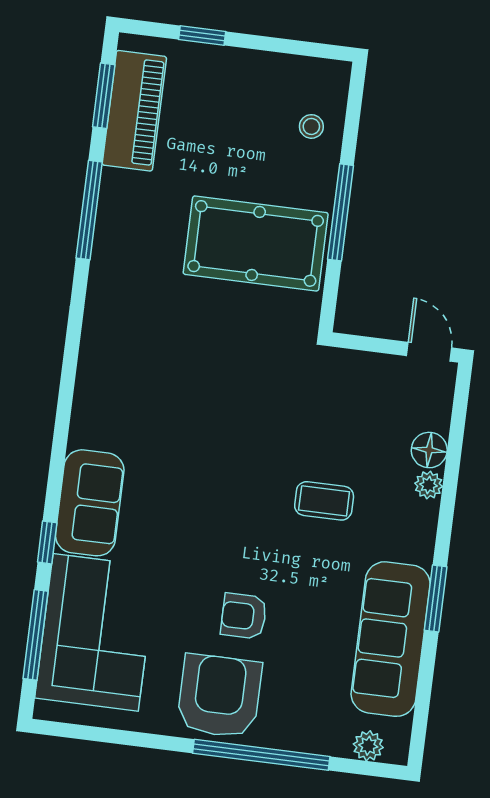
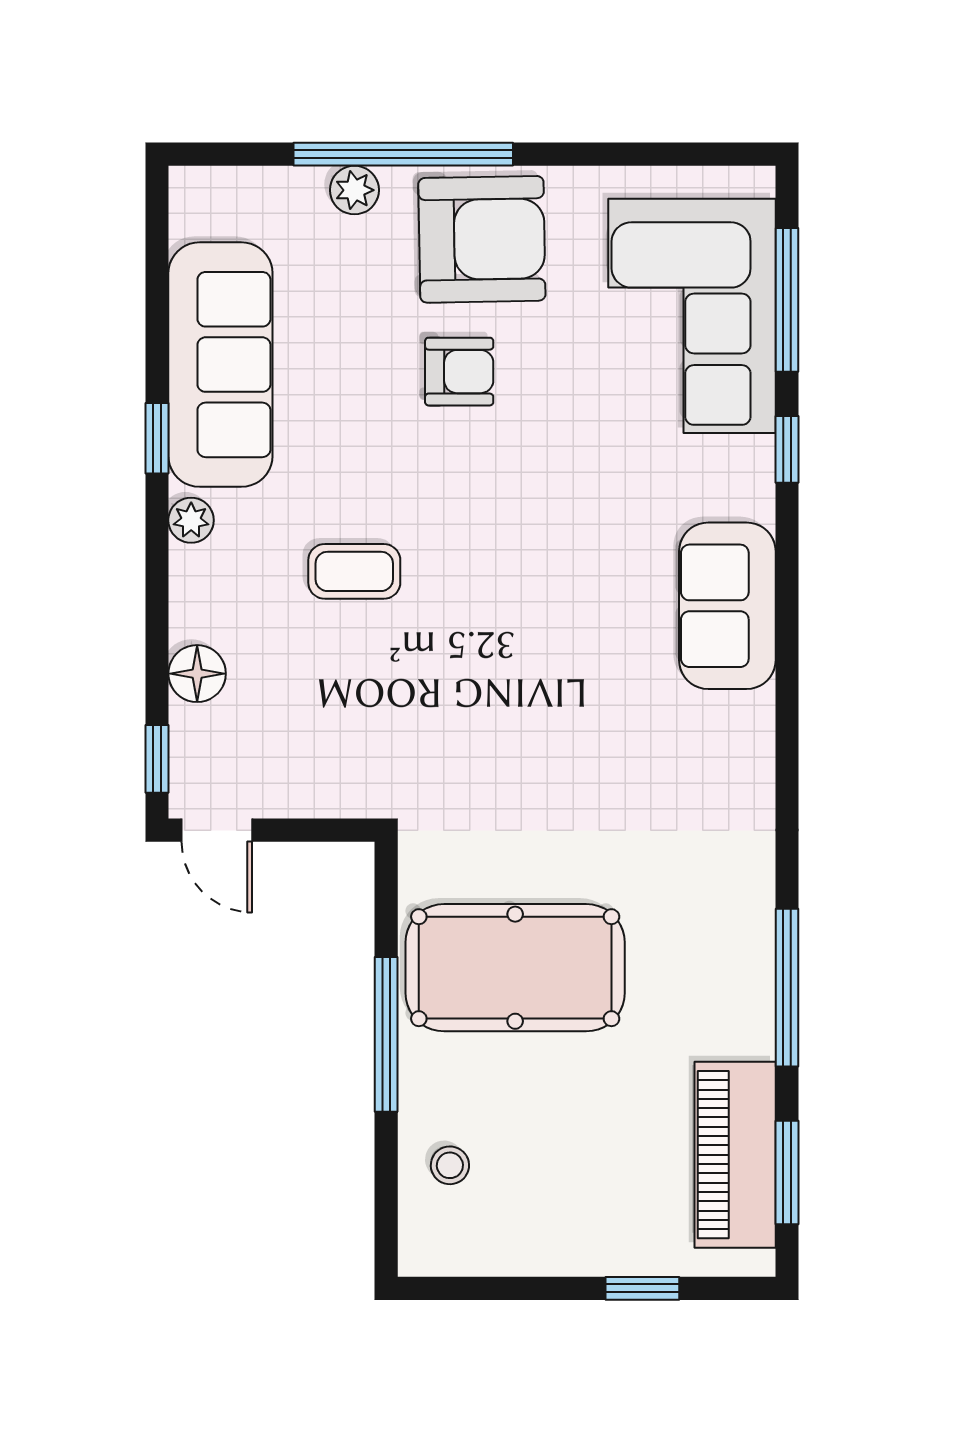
window: (461, 400) -> (157, 759), added
plant: (429, 485) -> (191, 520), moved
sofa: (90, 503) -> (727, 606), moved
window: (436, 598) -> (157, 438), width x0.67
armchair: (219, 696) -> (482, 239), turned -91
plant: (368, 746) -> (354, 190), moved

